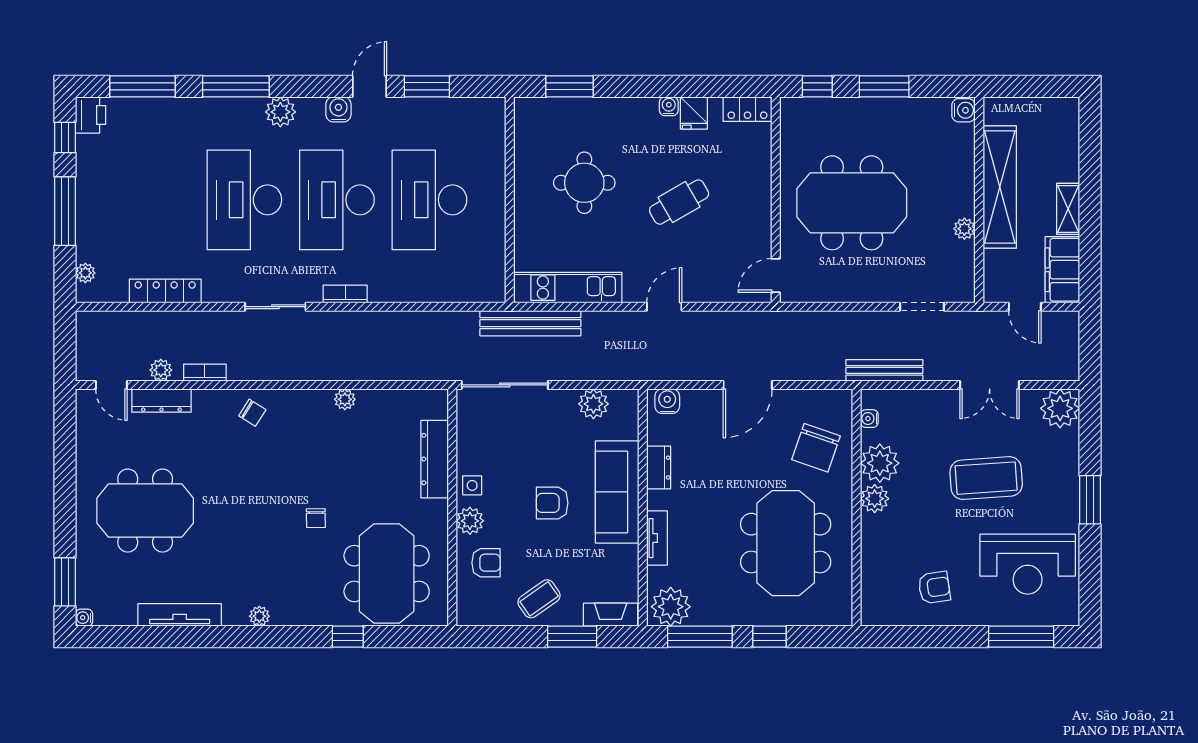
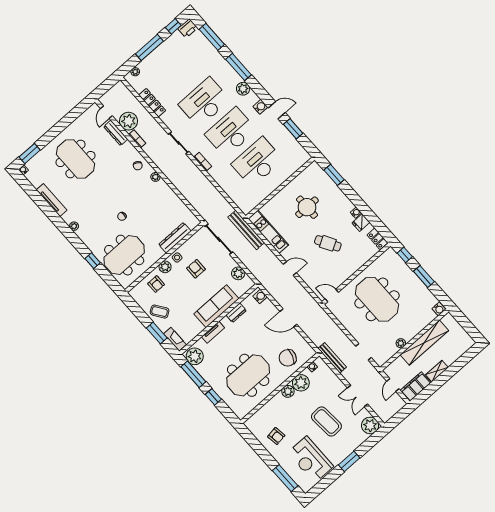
plant: (161, 370) -> (128, 121), width x1.87, depth x1.87
plant: (345, 399) -> (155, 177), moved
armchair: (552, 503) -> (196, 269), moved

